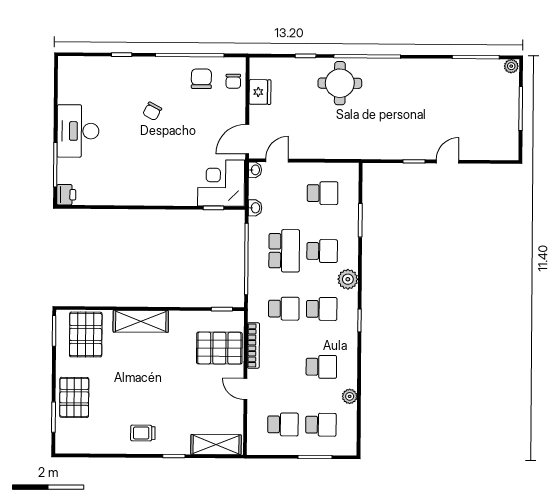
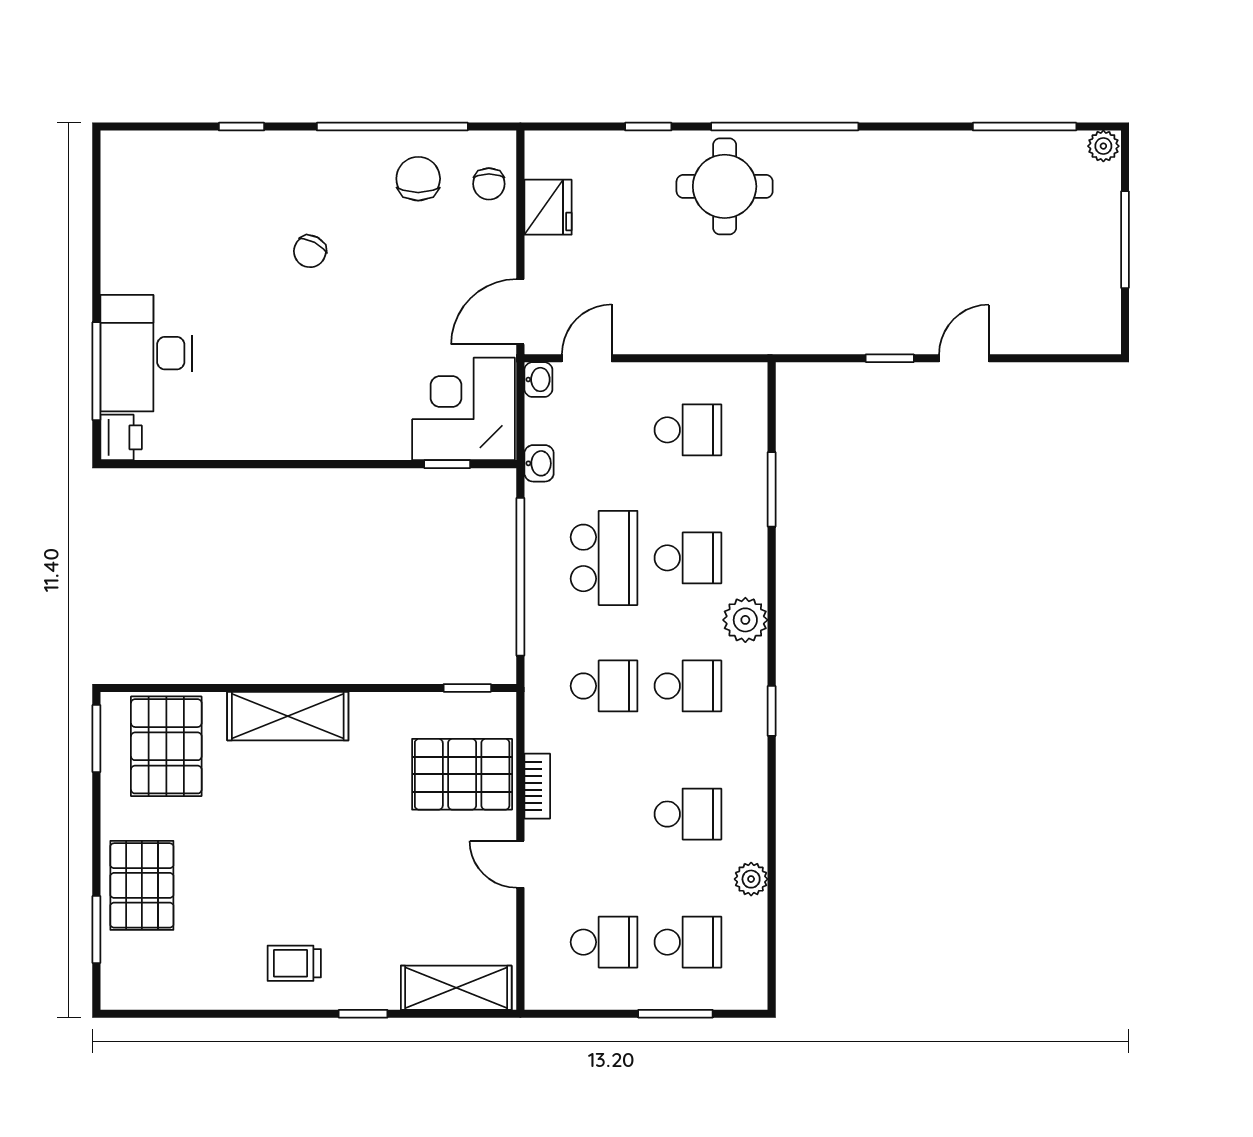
desk: (78, 131) -> (146, 353), moved
bookcase: (253, 345) -> (537, 786), width x0.64

